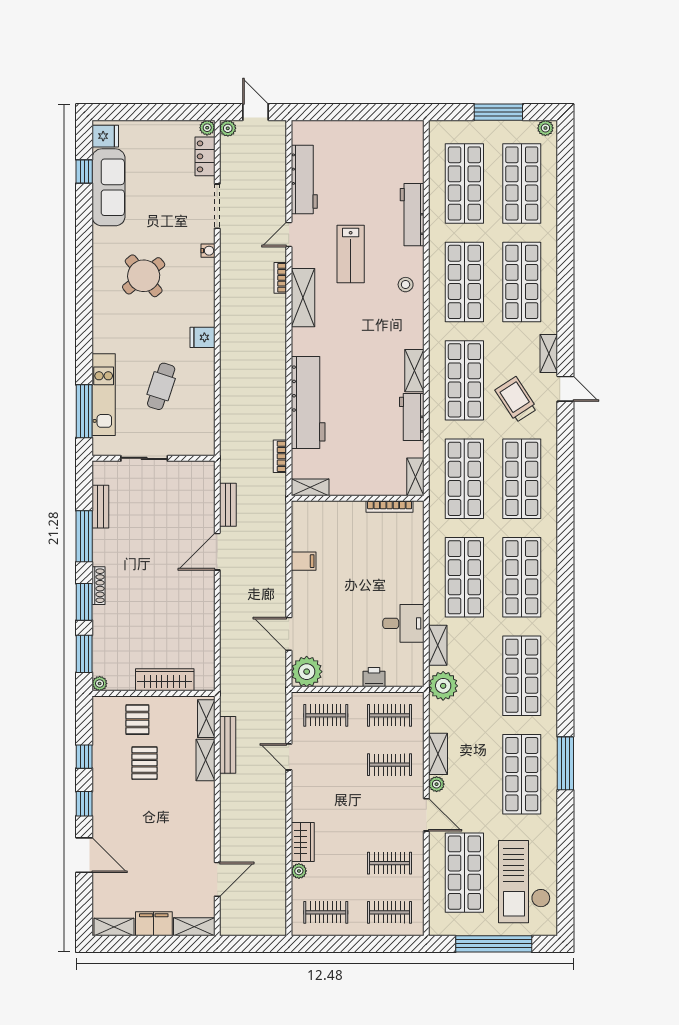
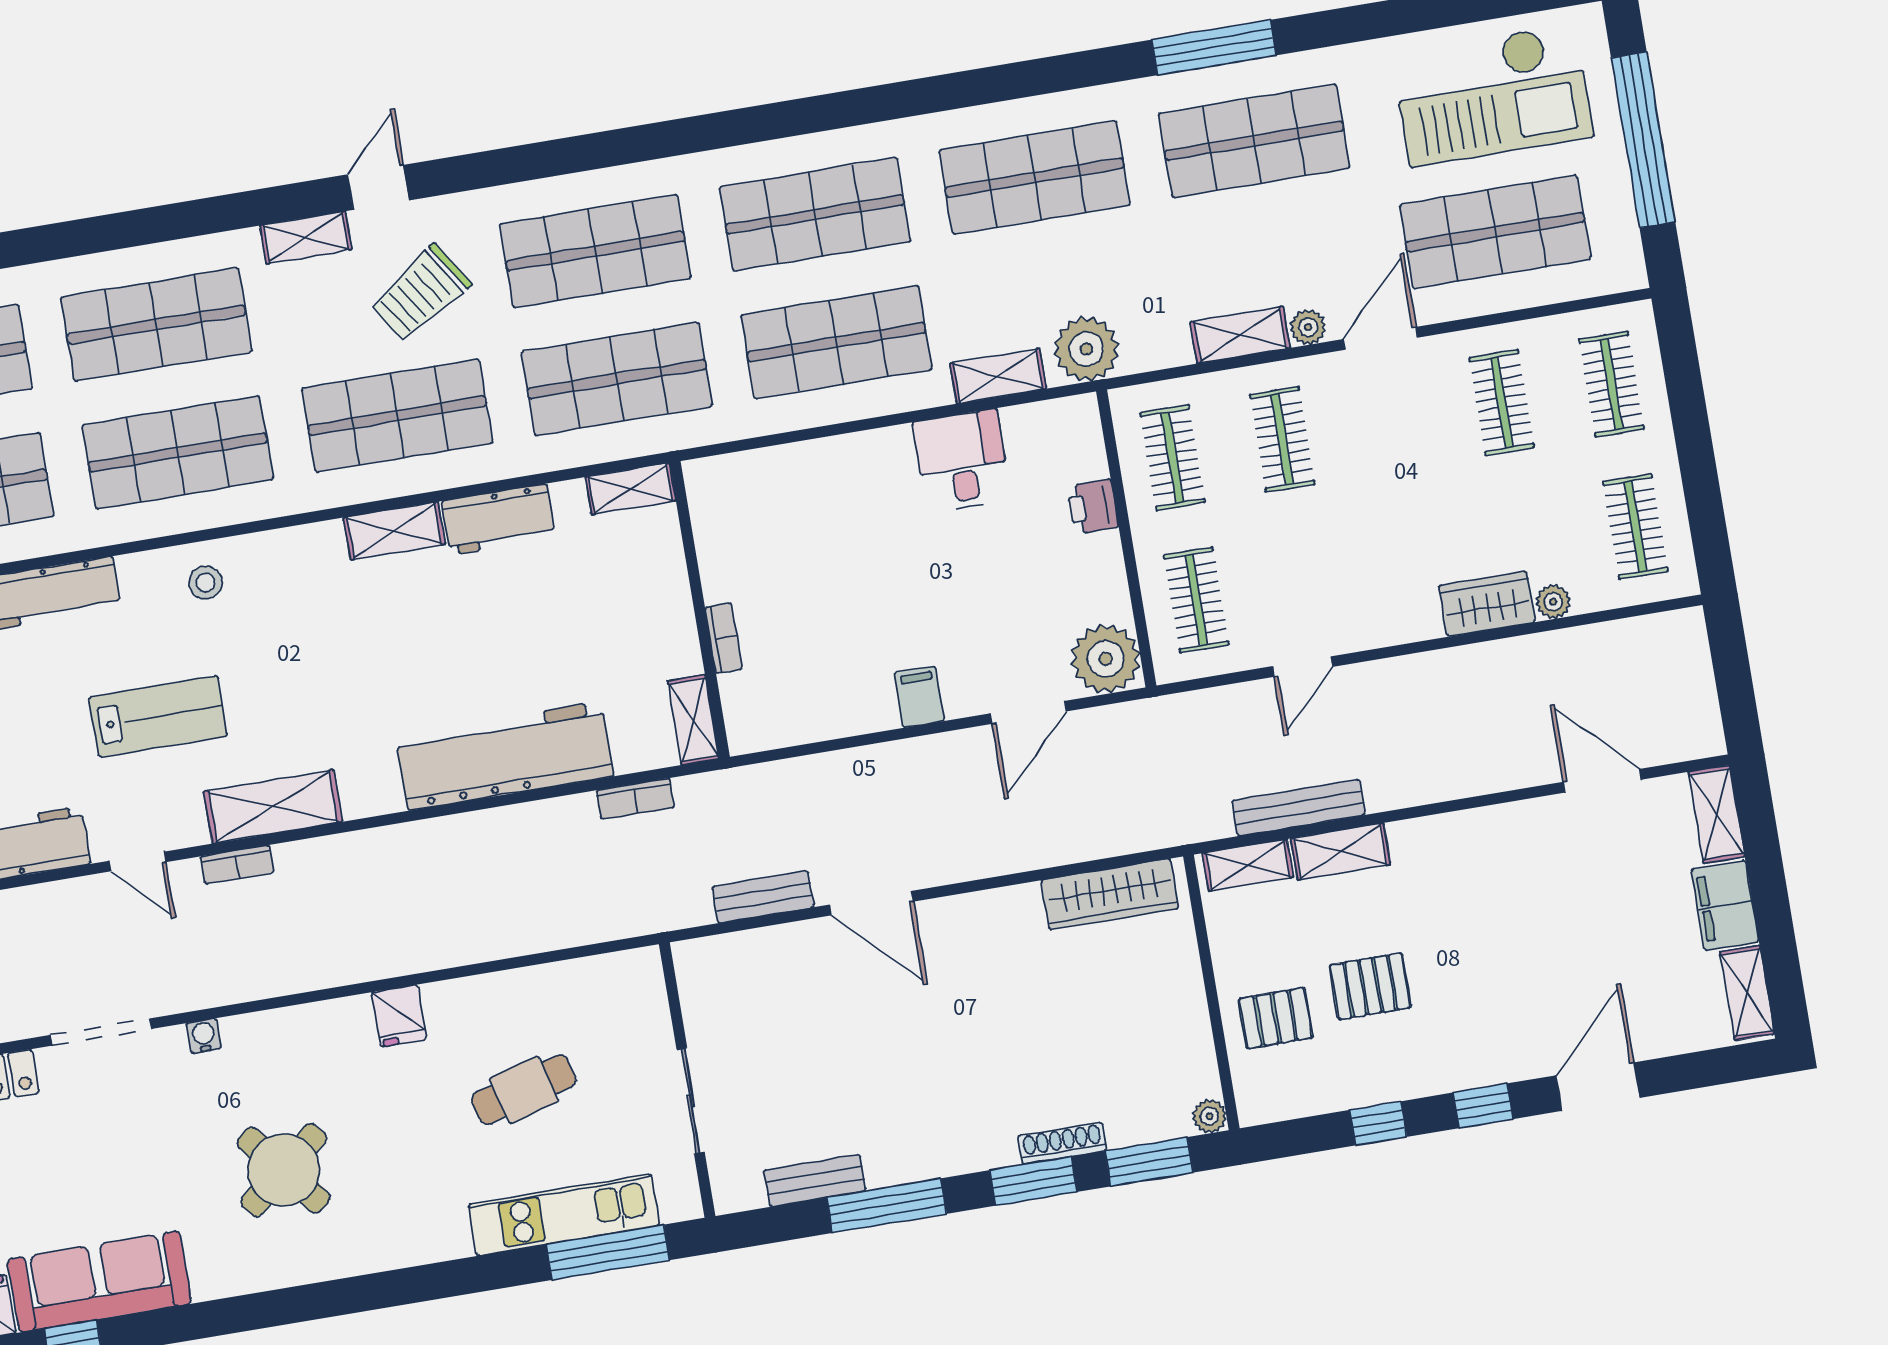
cafe table: (161, 386) -> (524, 1090), turned -33
bookcase: (390, 507) -> (724, 638), moved, width x0.64
filing cabinet: (304, 561) -> (919, 697), moved
shoe rack: (99, 586) -> (1062, 1143), moved
wardrobe: (165, 680) -> (1110, 894), moved, turned -90

